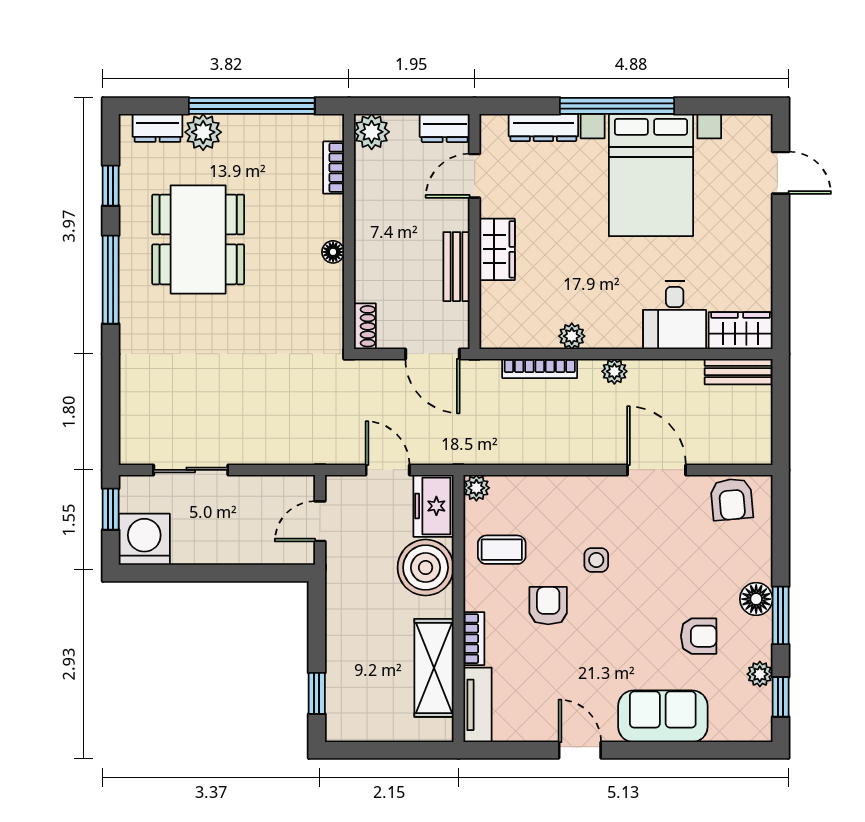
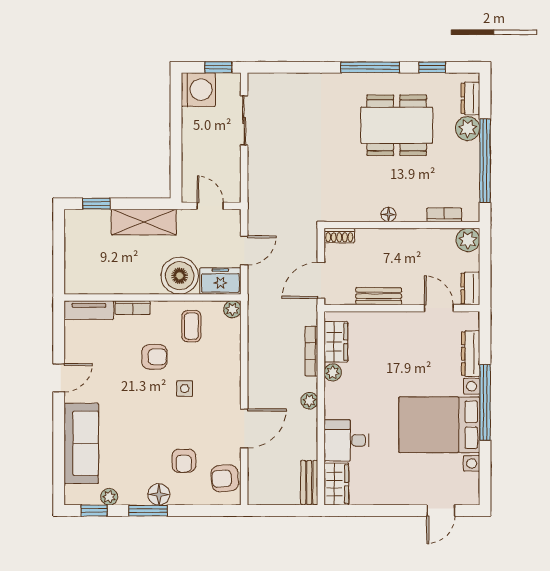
wardrobe: (497, 249) -> (336, 342), moved, turned -90
armchair: (699, 636) -> (184, 461), moved
shelving: (434, 668) -> (144, 222), moved
sofa: (663, 716) -> (81, 443), width x1.36

